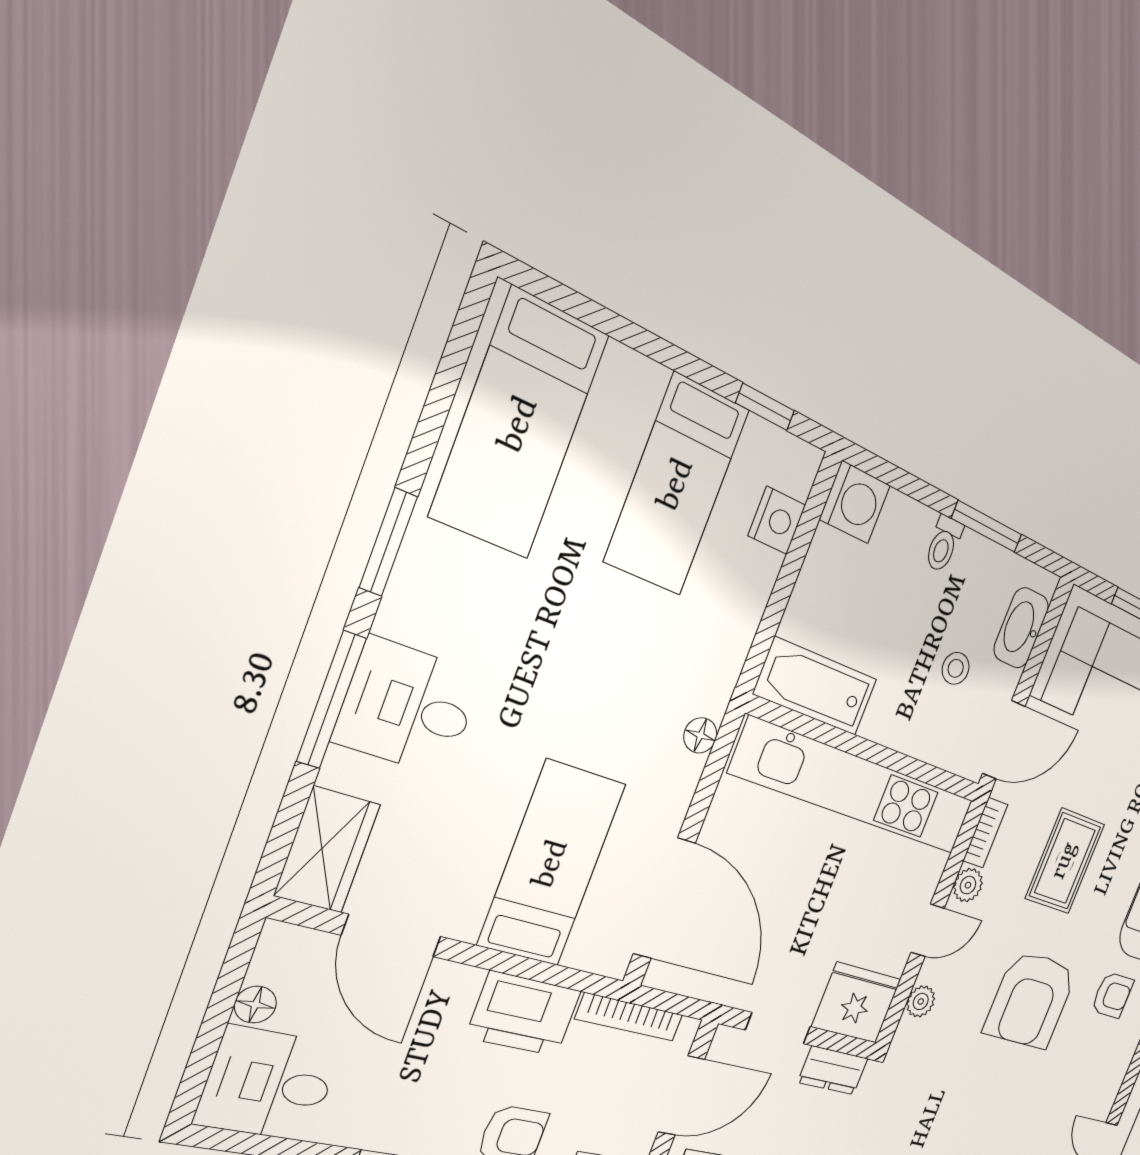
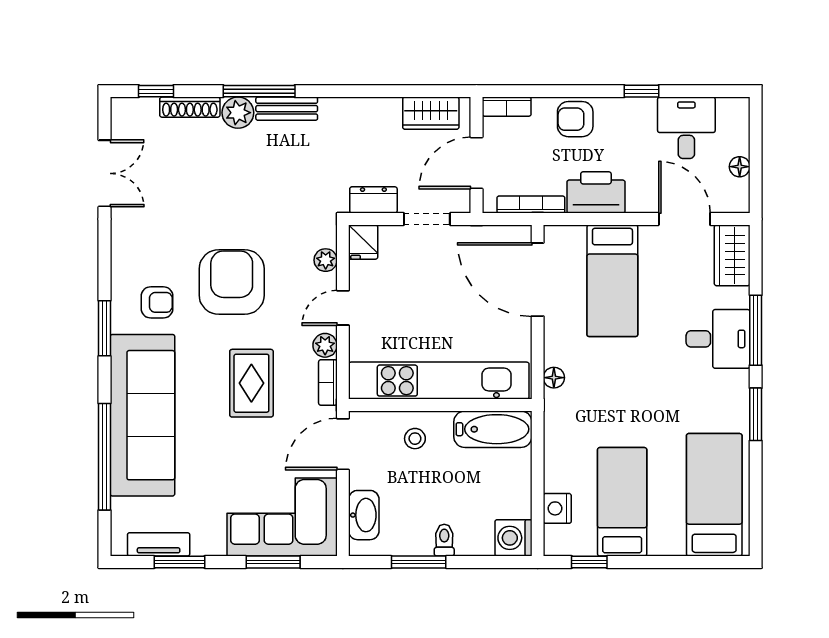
stool: (956, 668) -> (415, 439), moved
armchair: (1112, 995) -> (157, 302), turned 180
fridge: (857, 1003) -> (363, 242), width x0.53, depth x0.75
desk: (269, 1084) -> (686, 128), moved, turned -90

